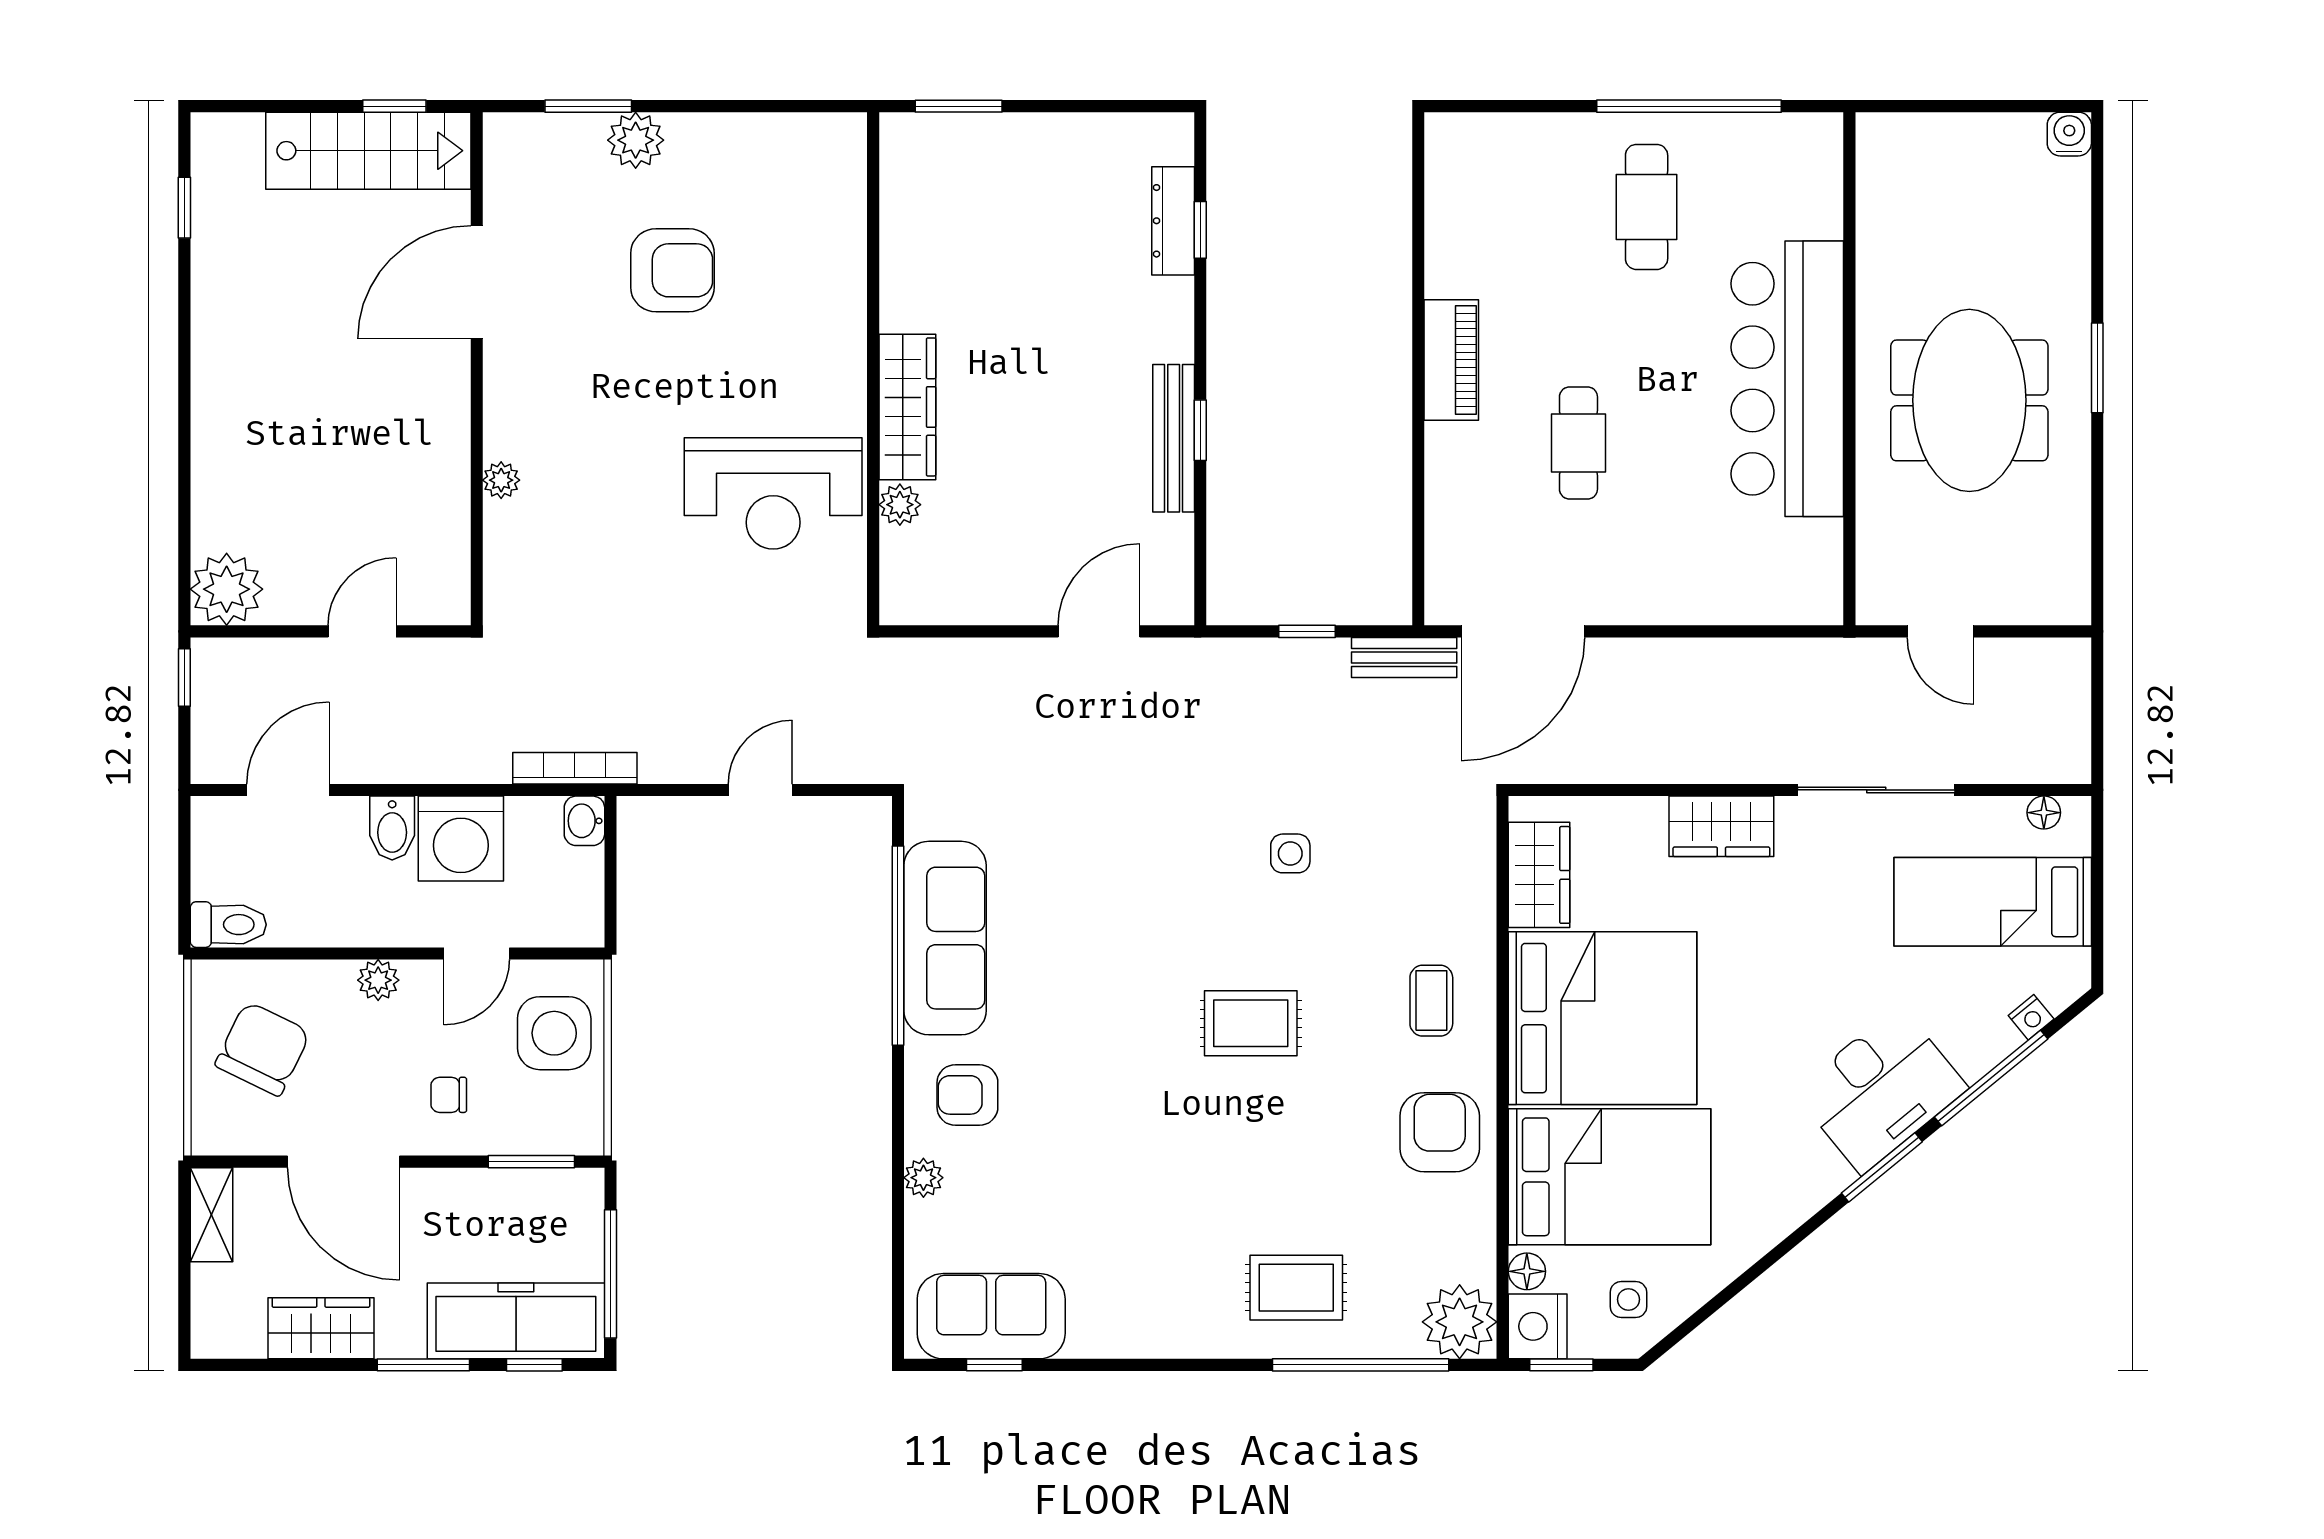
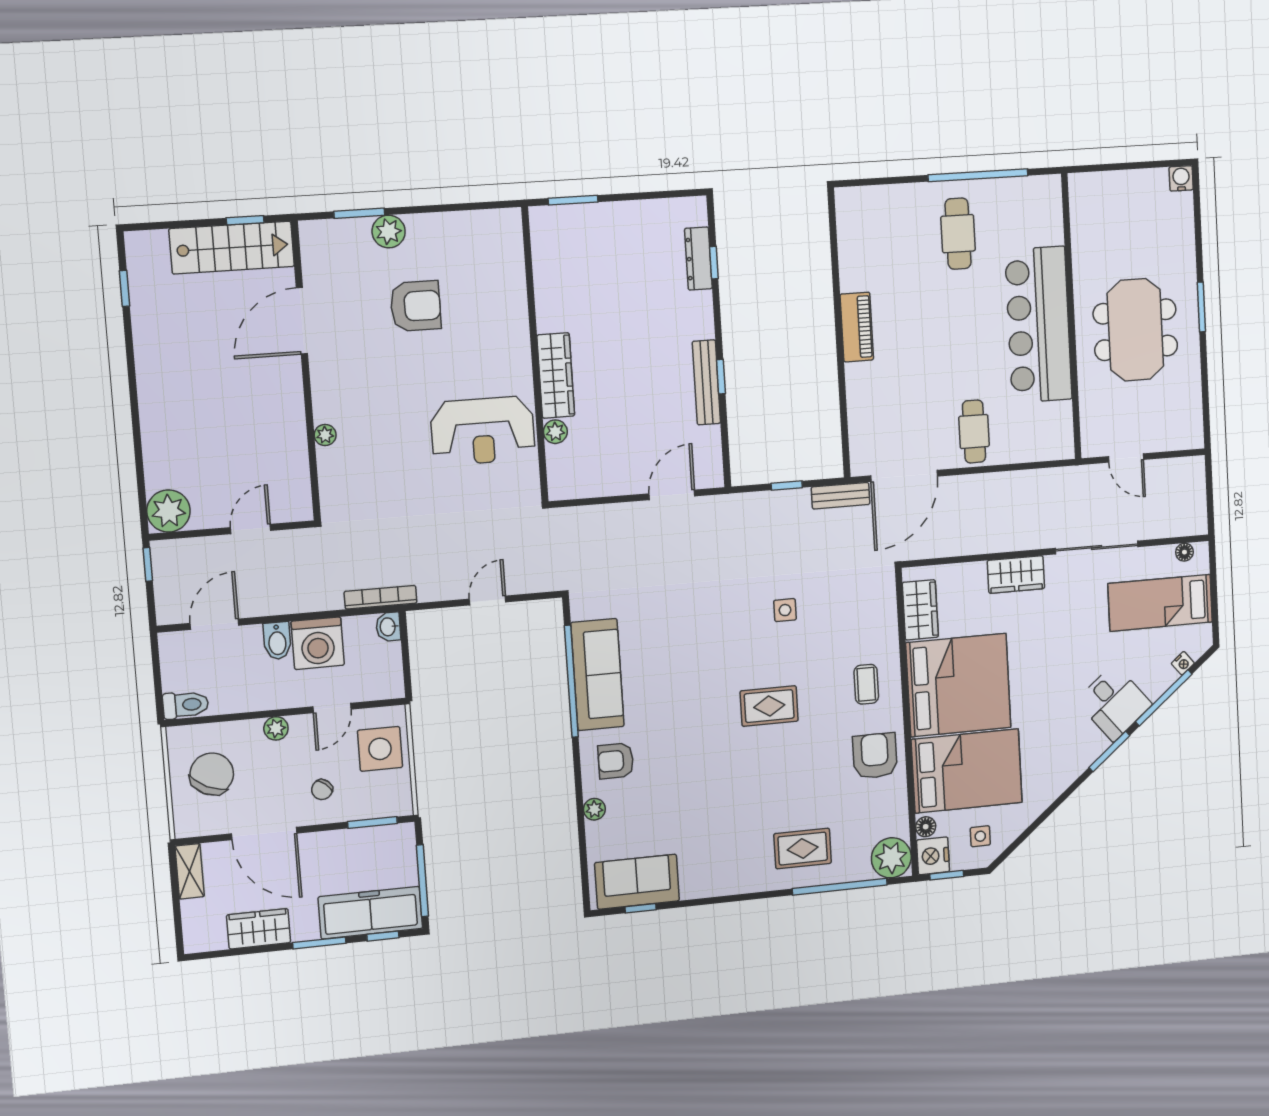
cafe table: (1578, 443) -> (974, 431), moved
desk: (1881, 1090) -> (1114, 703), width x0.73
chair: (449, 1095) -> (322, 790), turned -50

